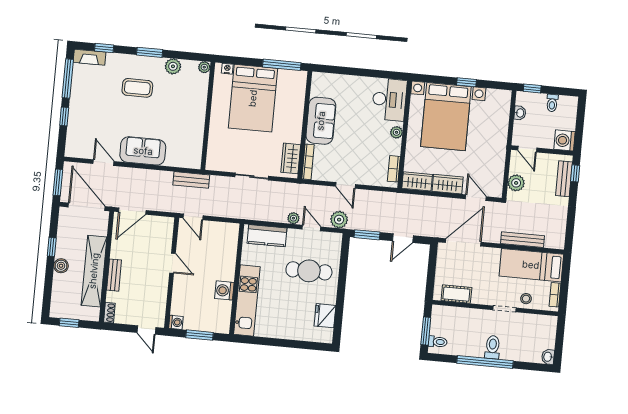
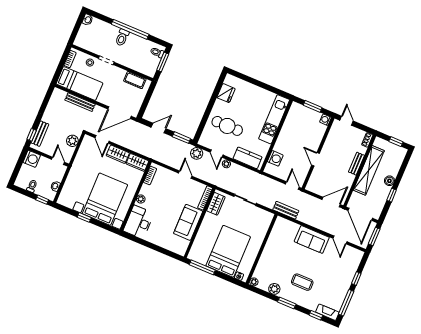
washing machine: (224, 290) -> (275, 158), moved

